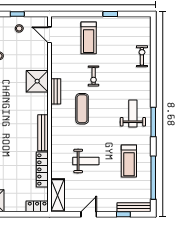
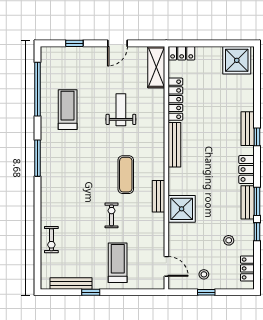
weight bench: (133, 114) -> (63, 169), removed
weight bench: (86, 161) -> (121, 110), turned 90
bench: (134, 207) -> (71, 283), moved

